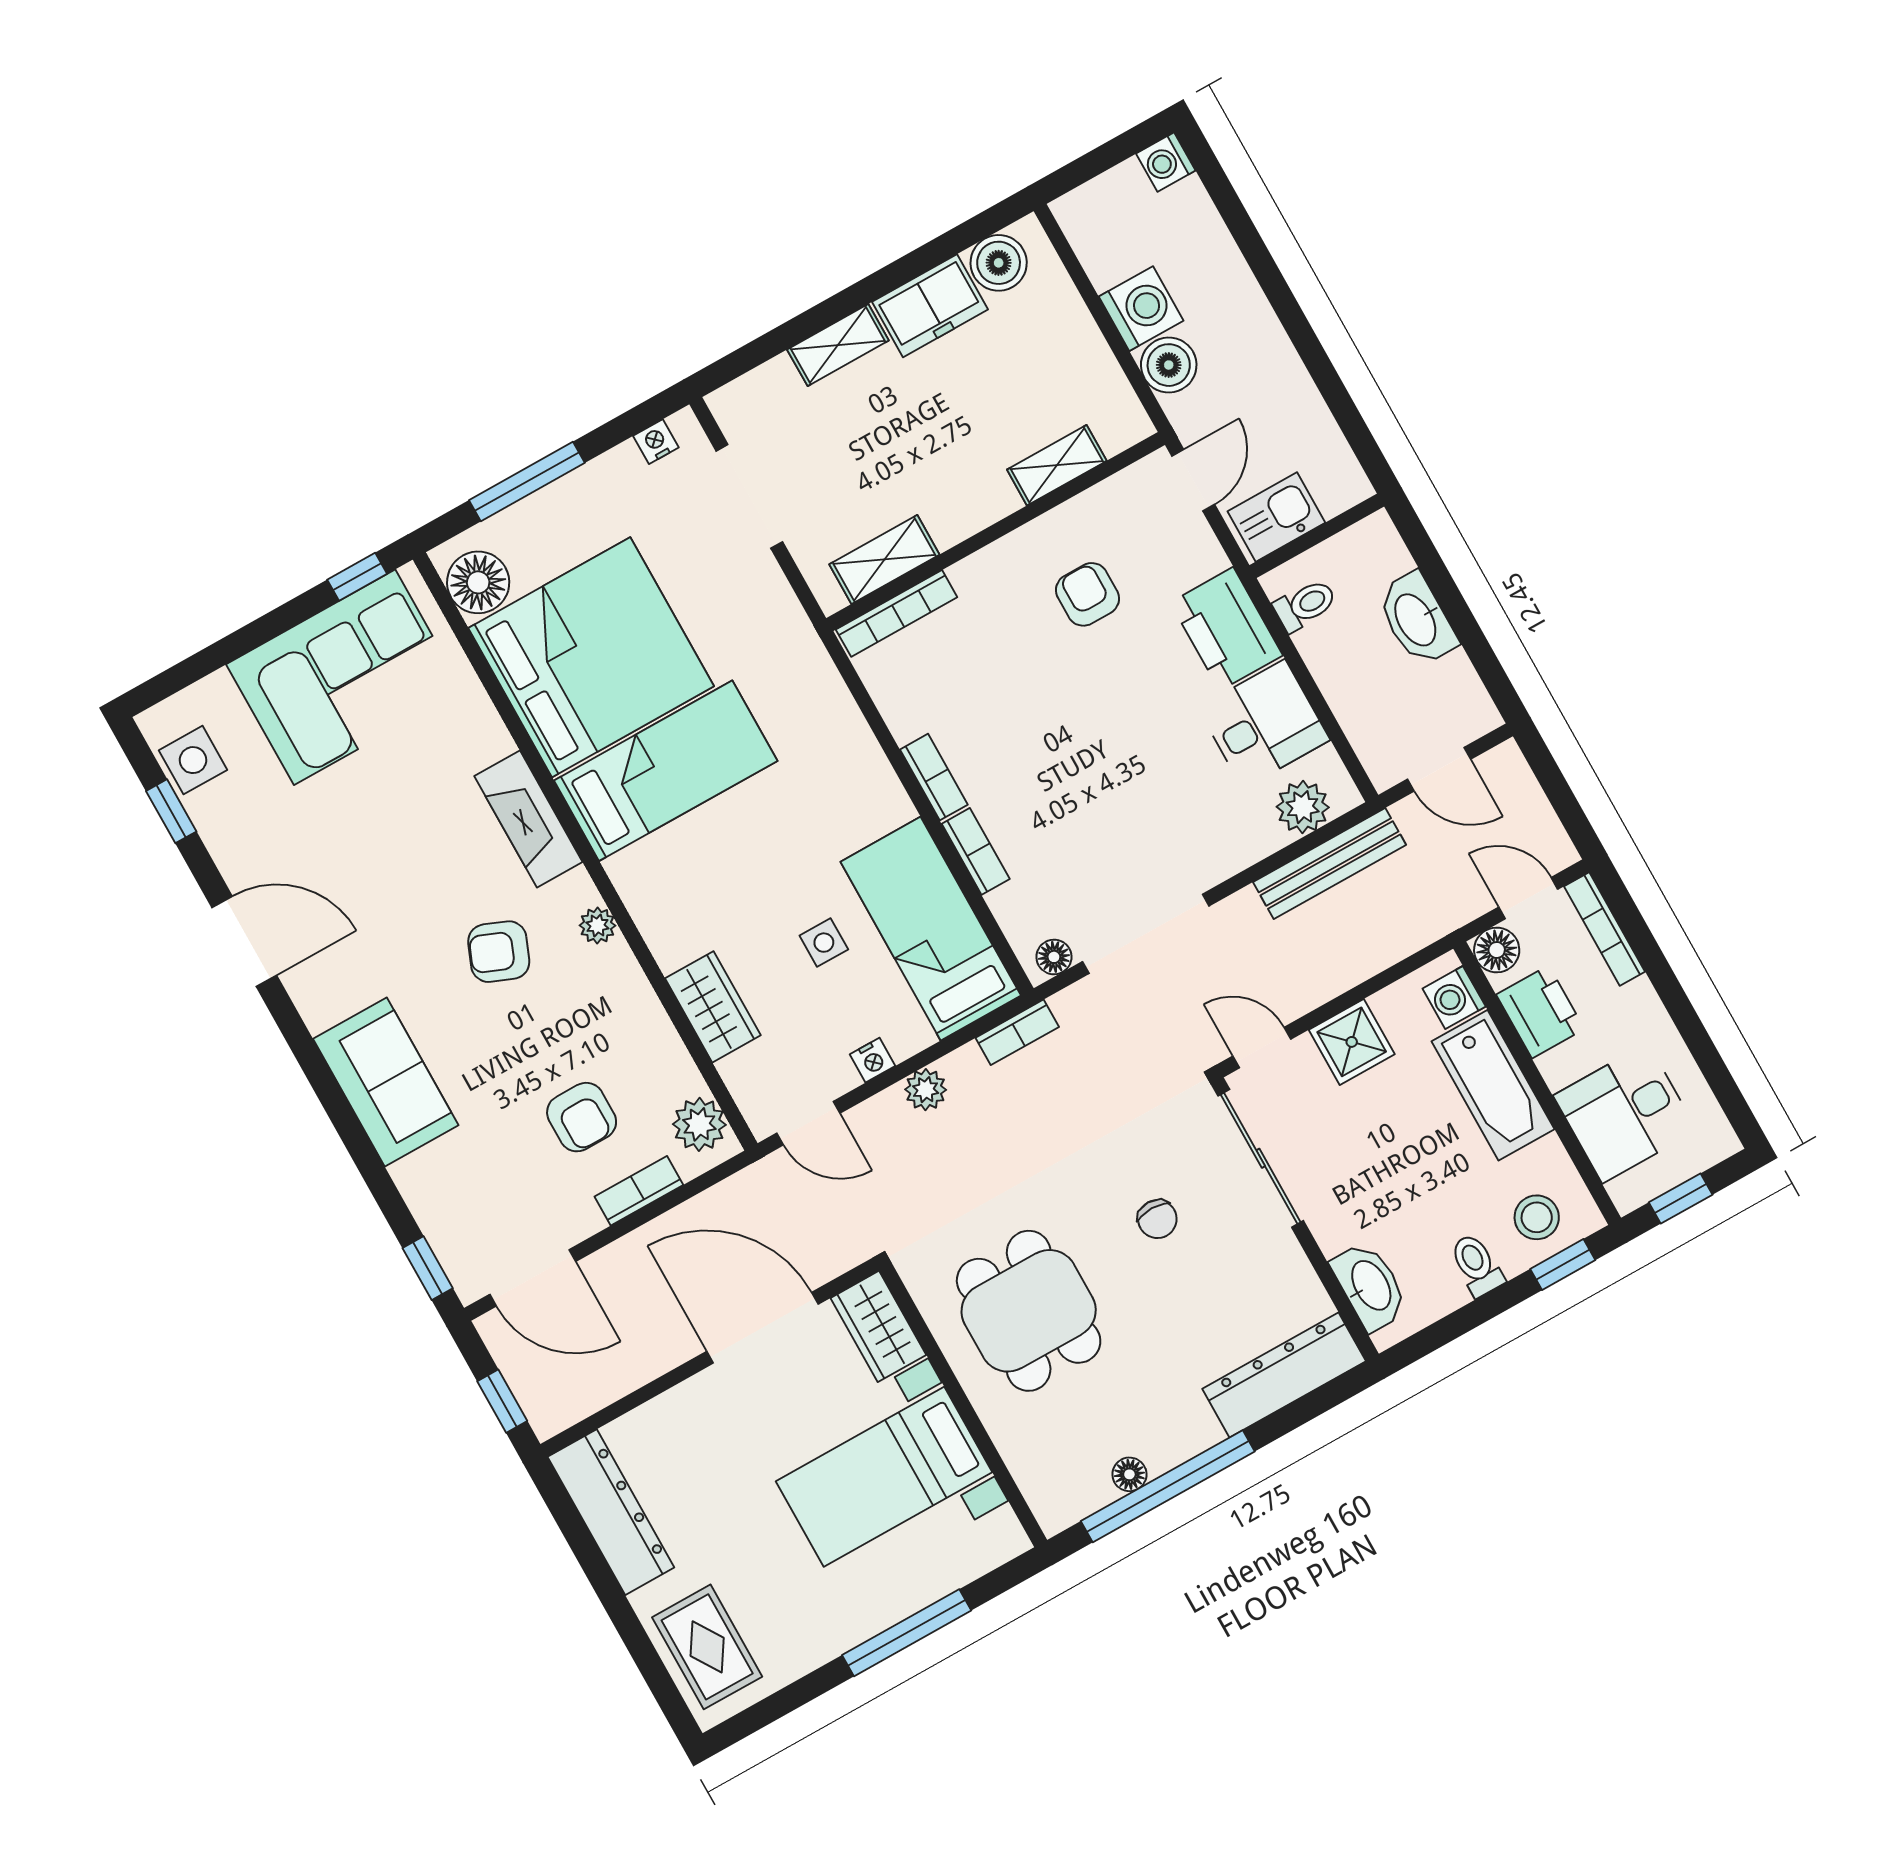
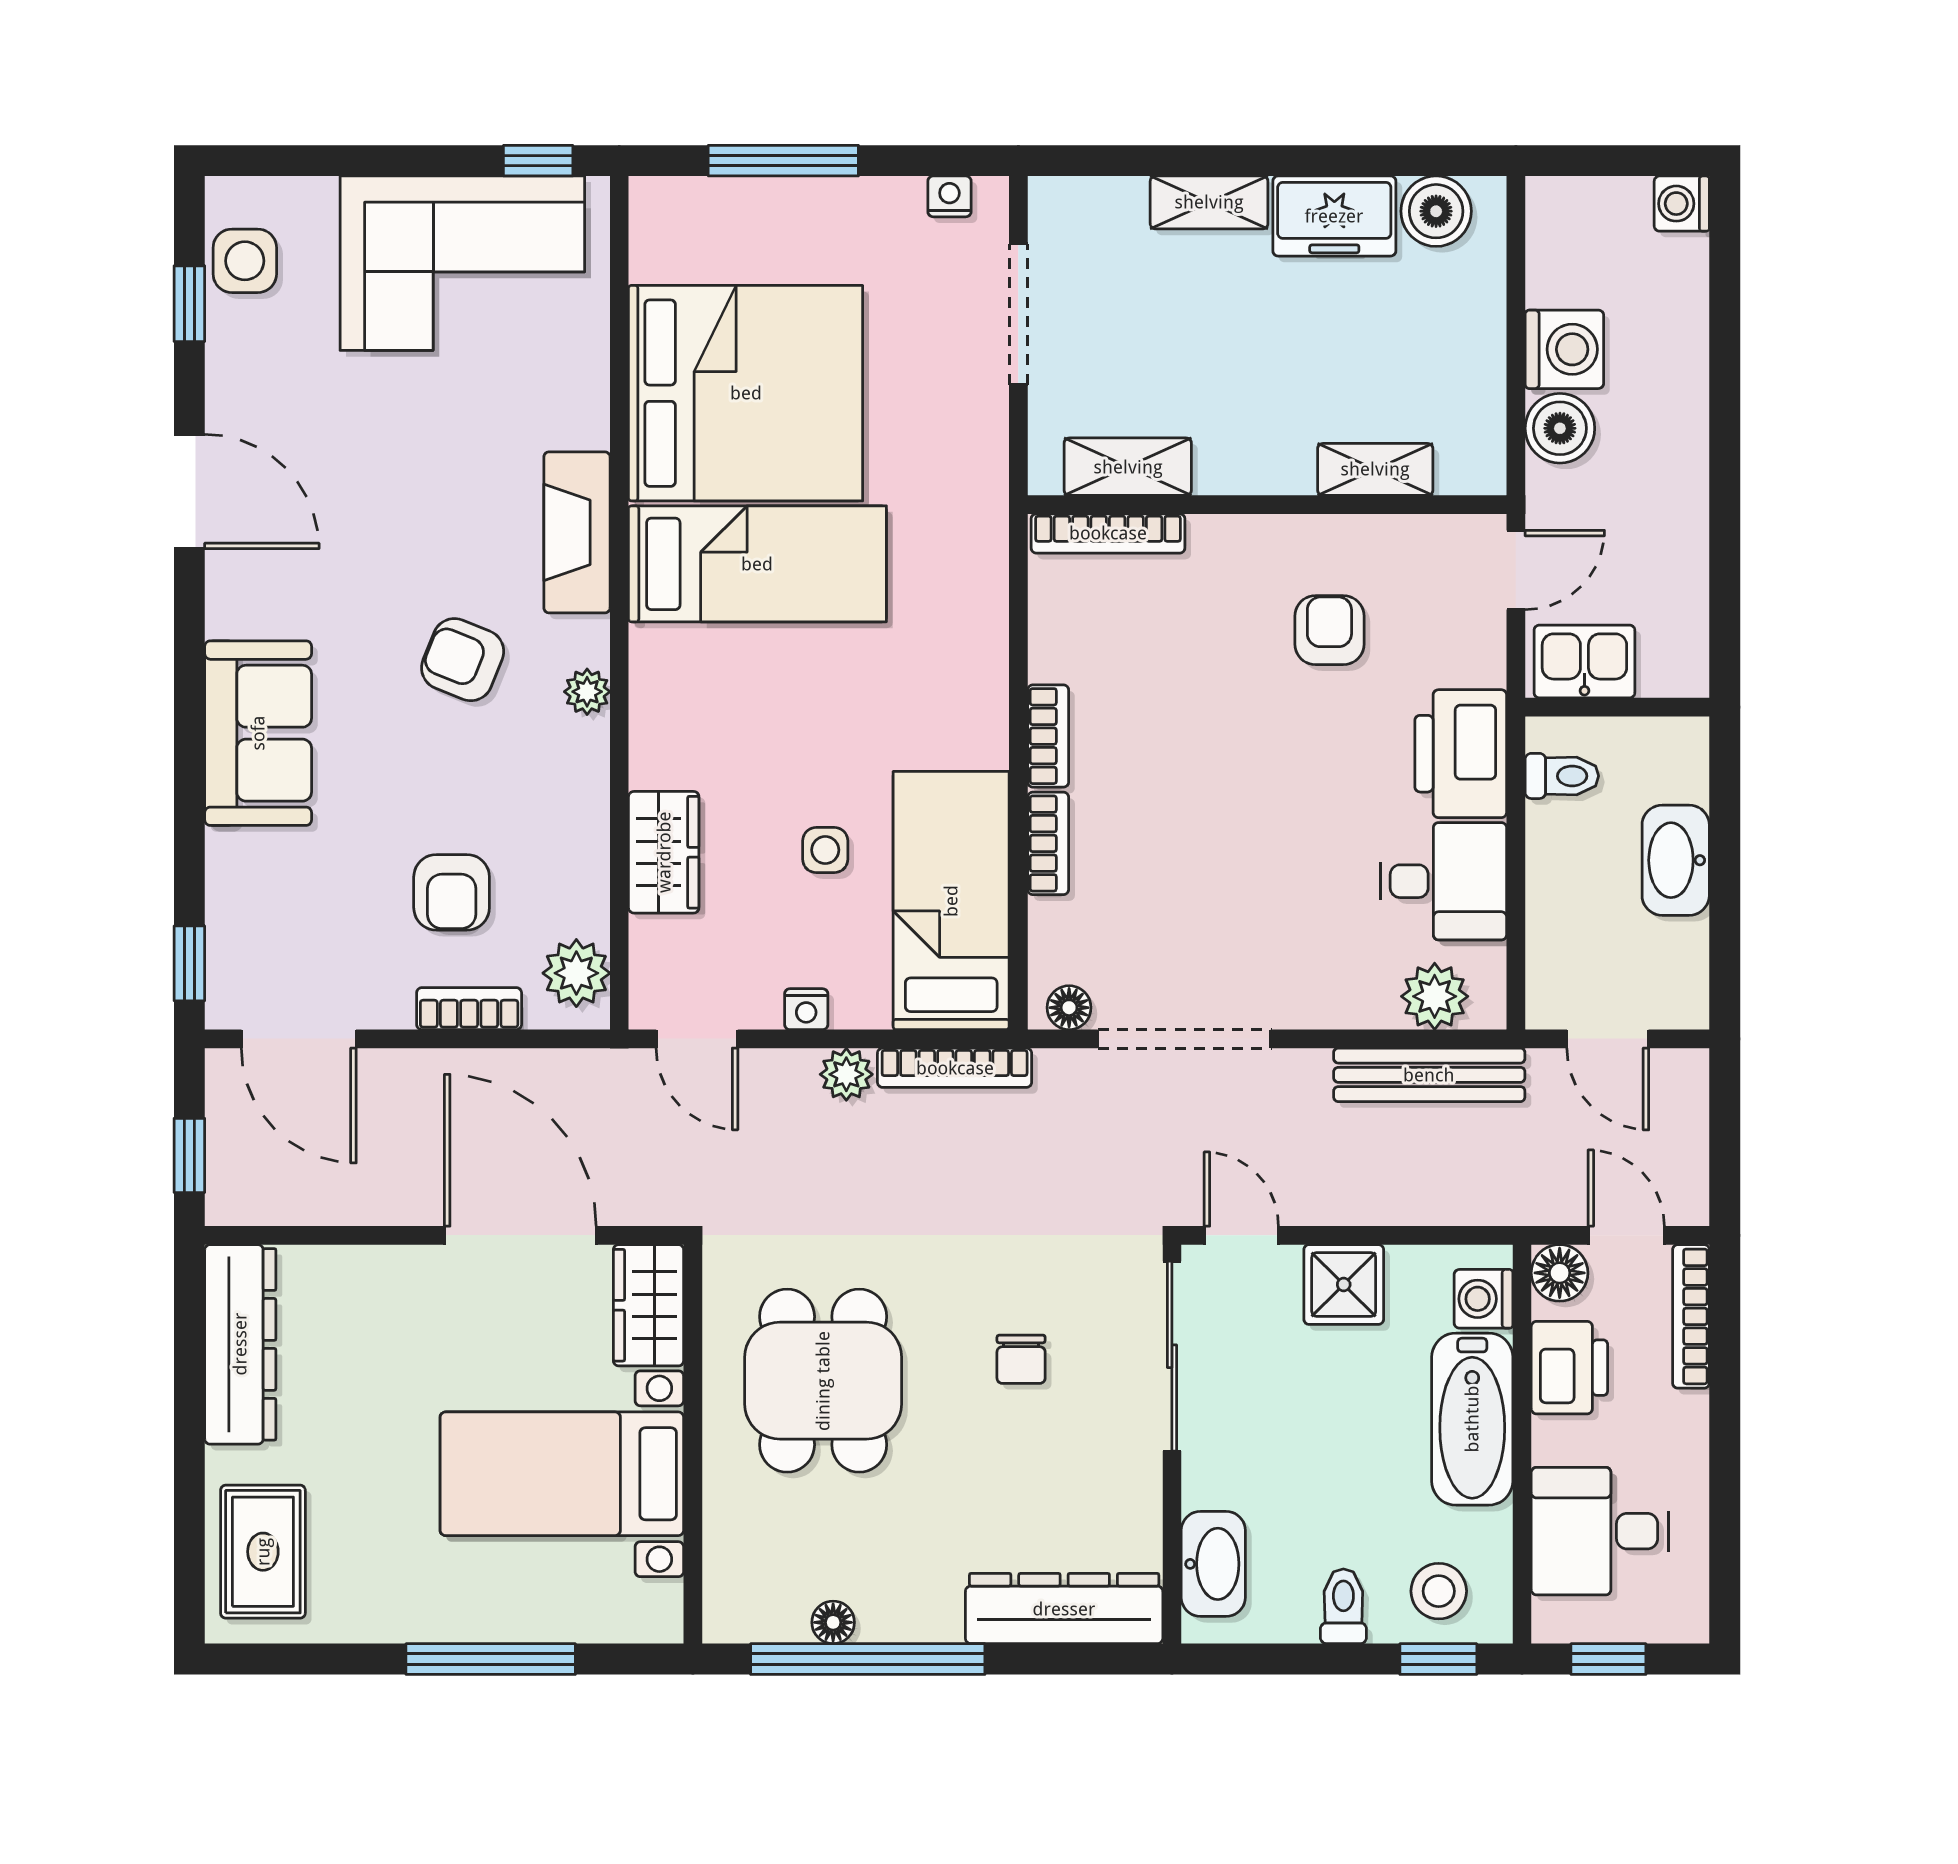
floor lamp: (478, 582) -> (668, 241), removed
bookcase: (1017, 1032) -> (955, 1068), width x1.56

